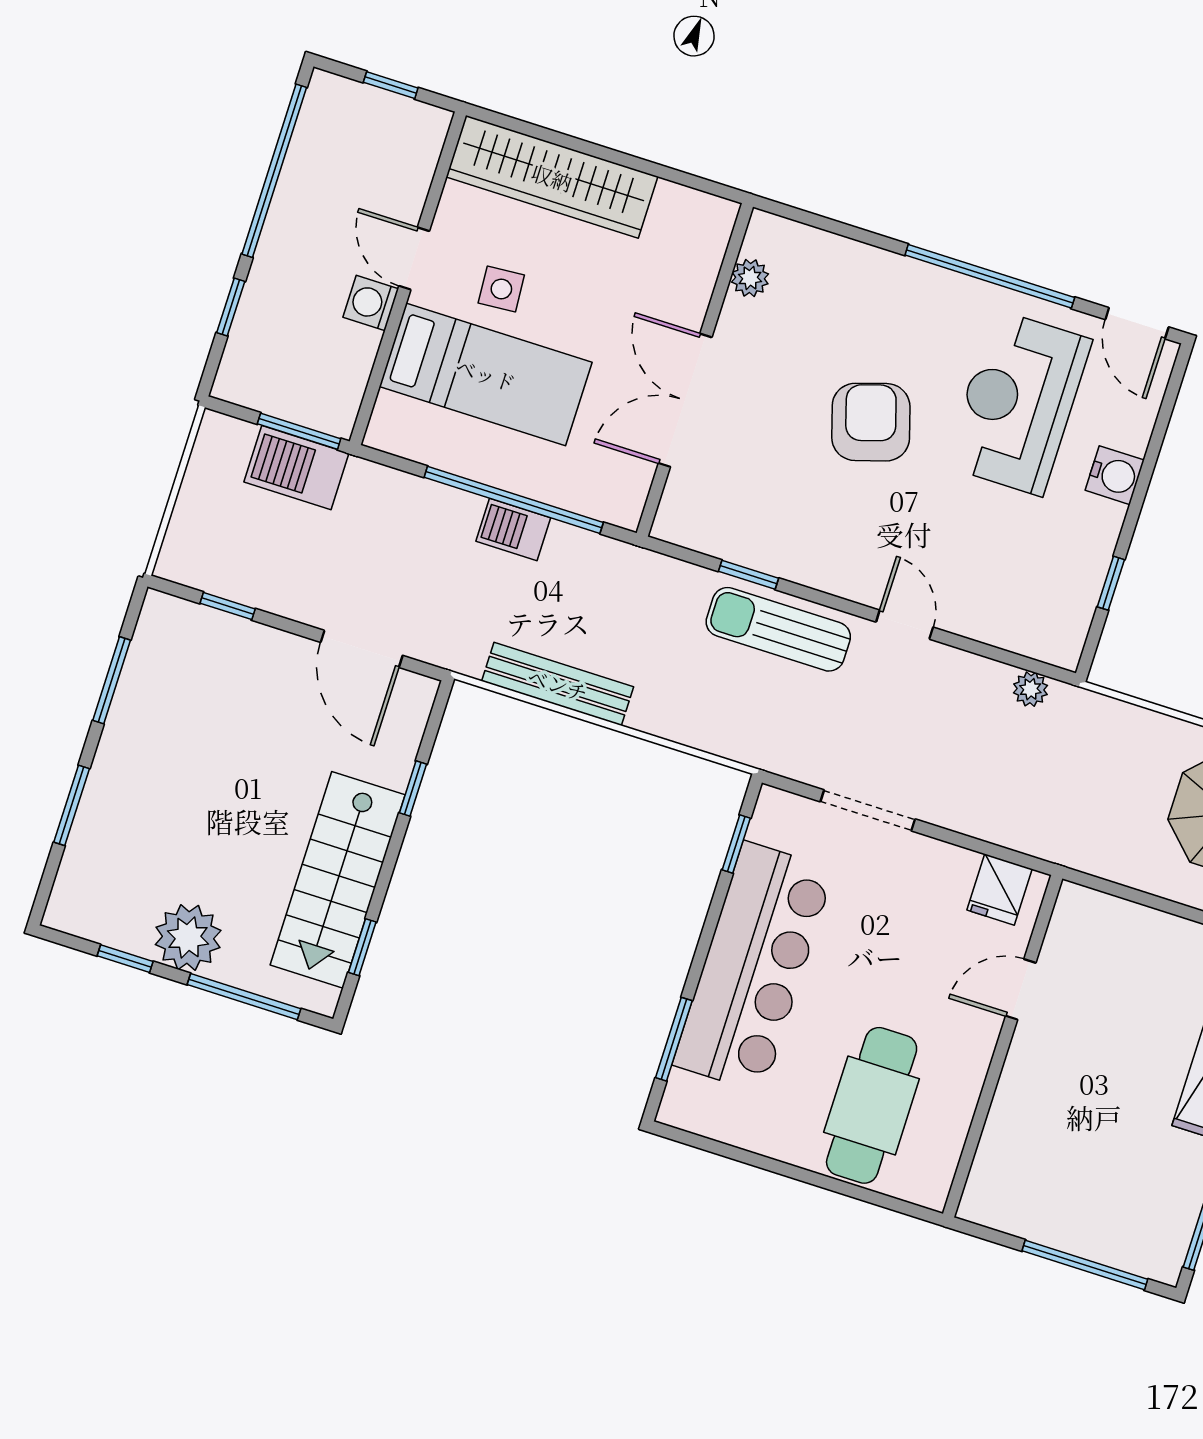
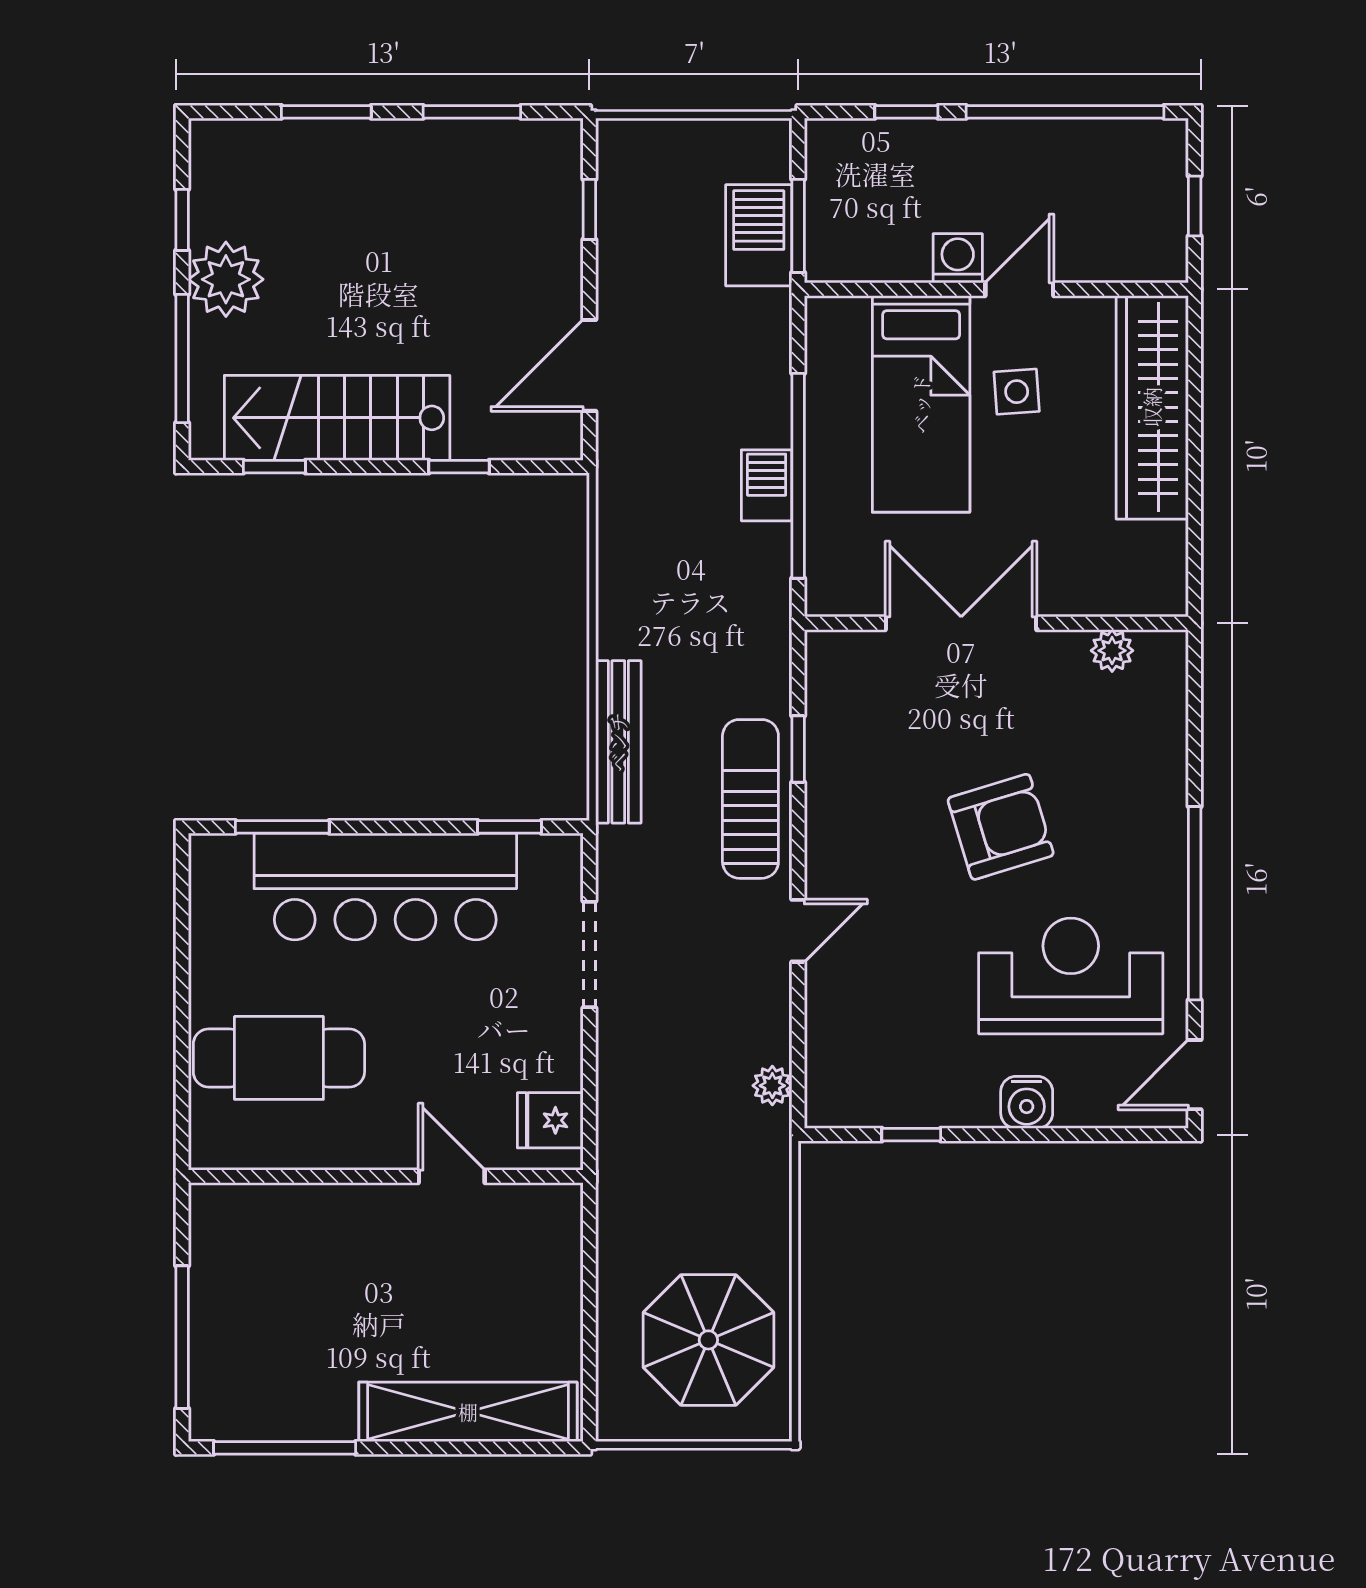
bench: (558, 684) -> (618, 742), moved

